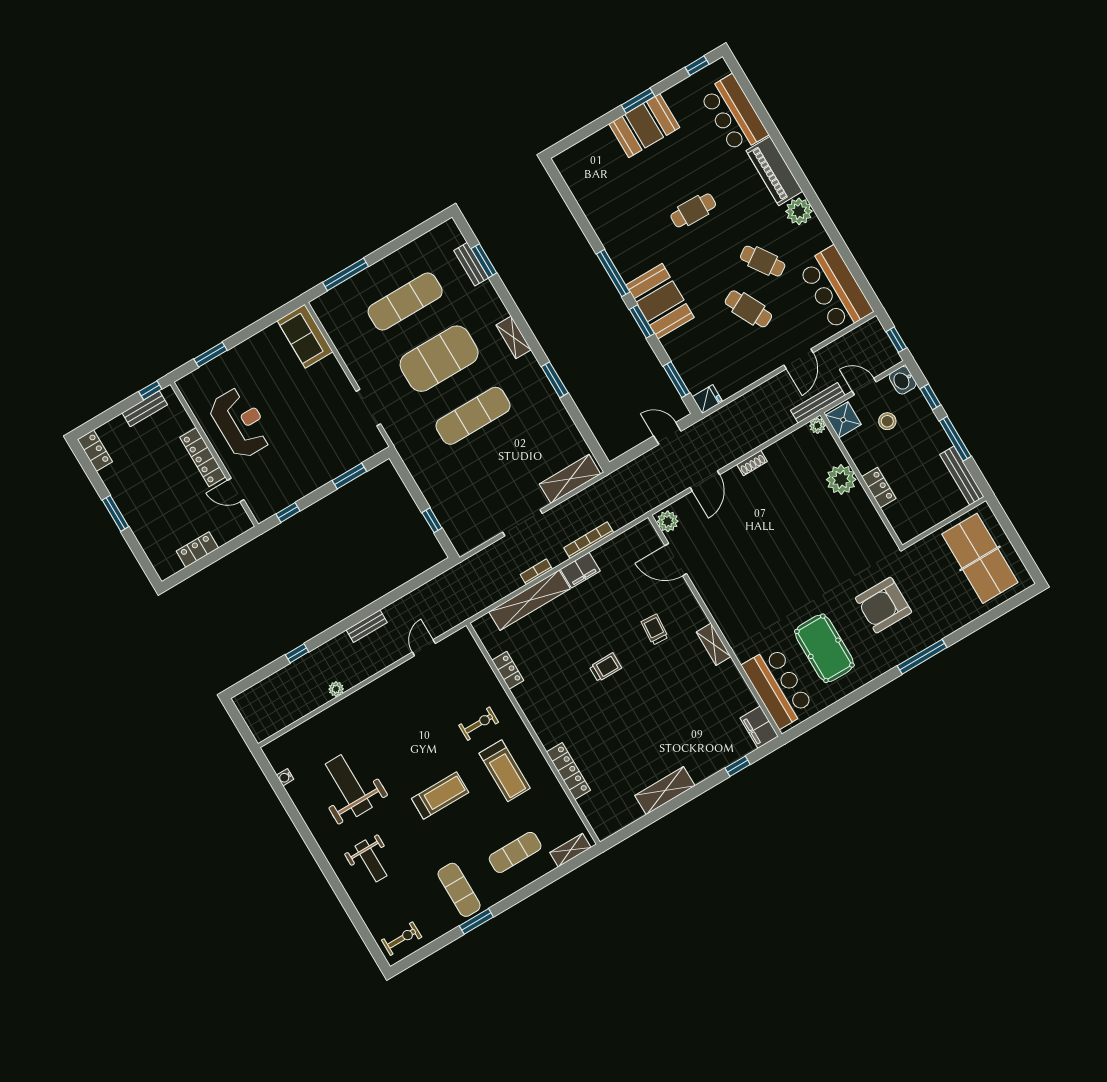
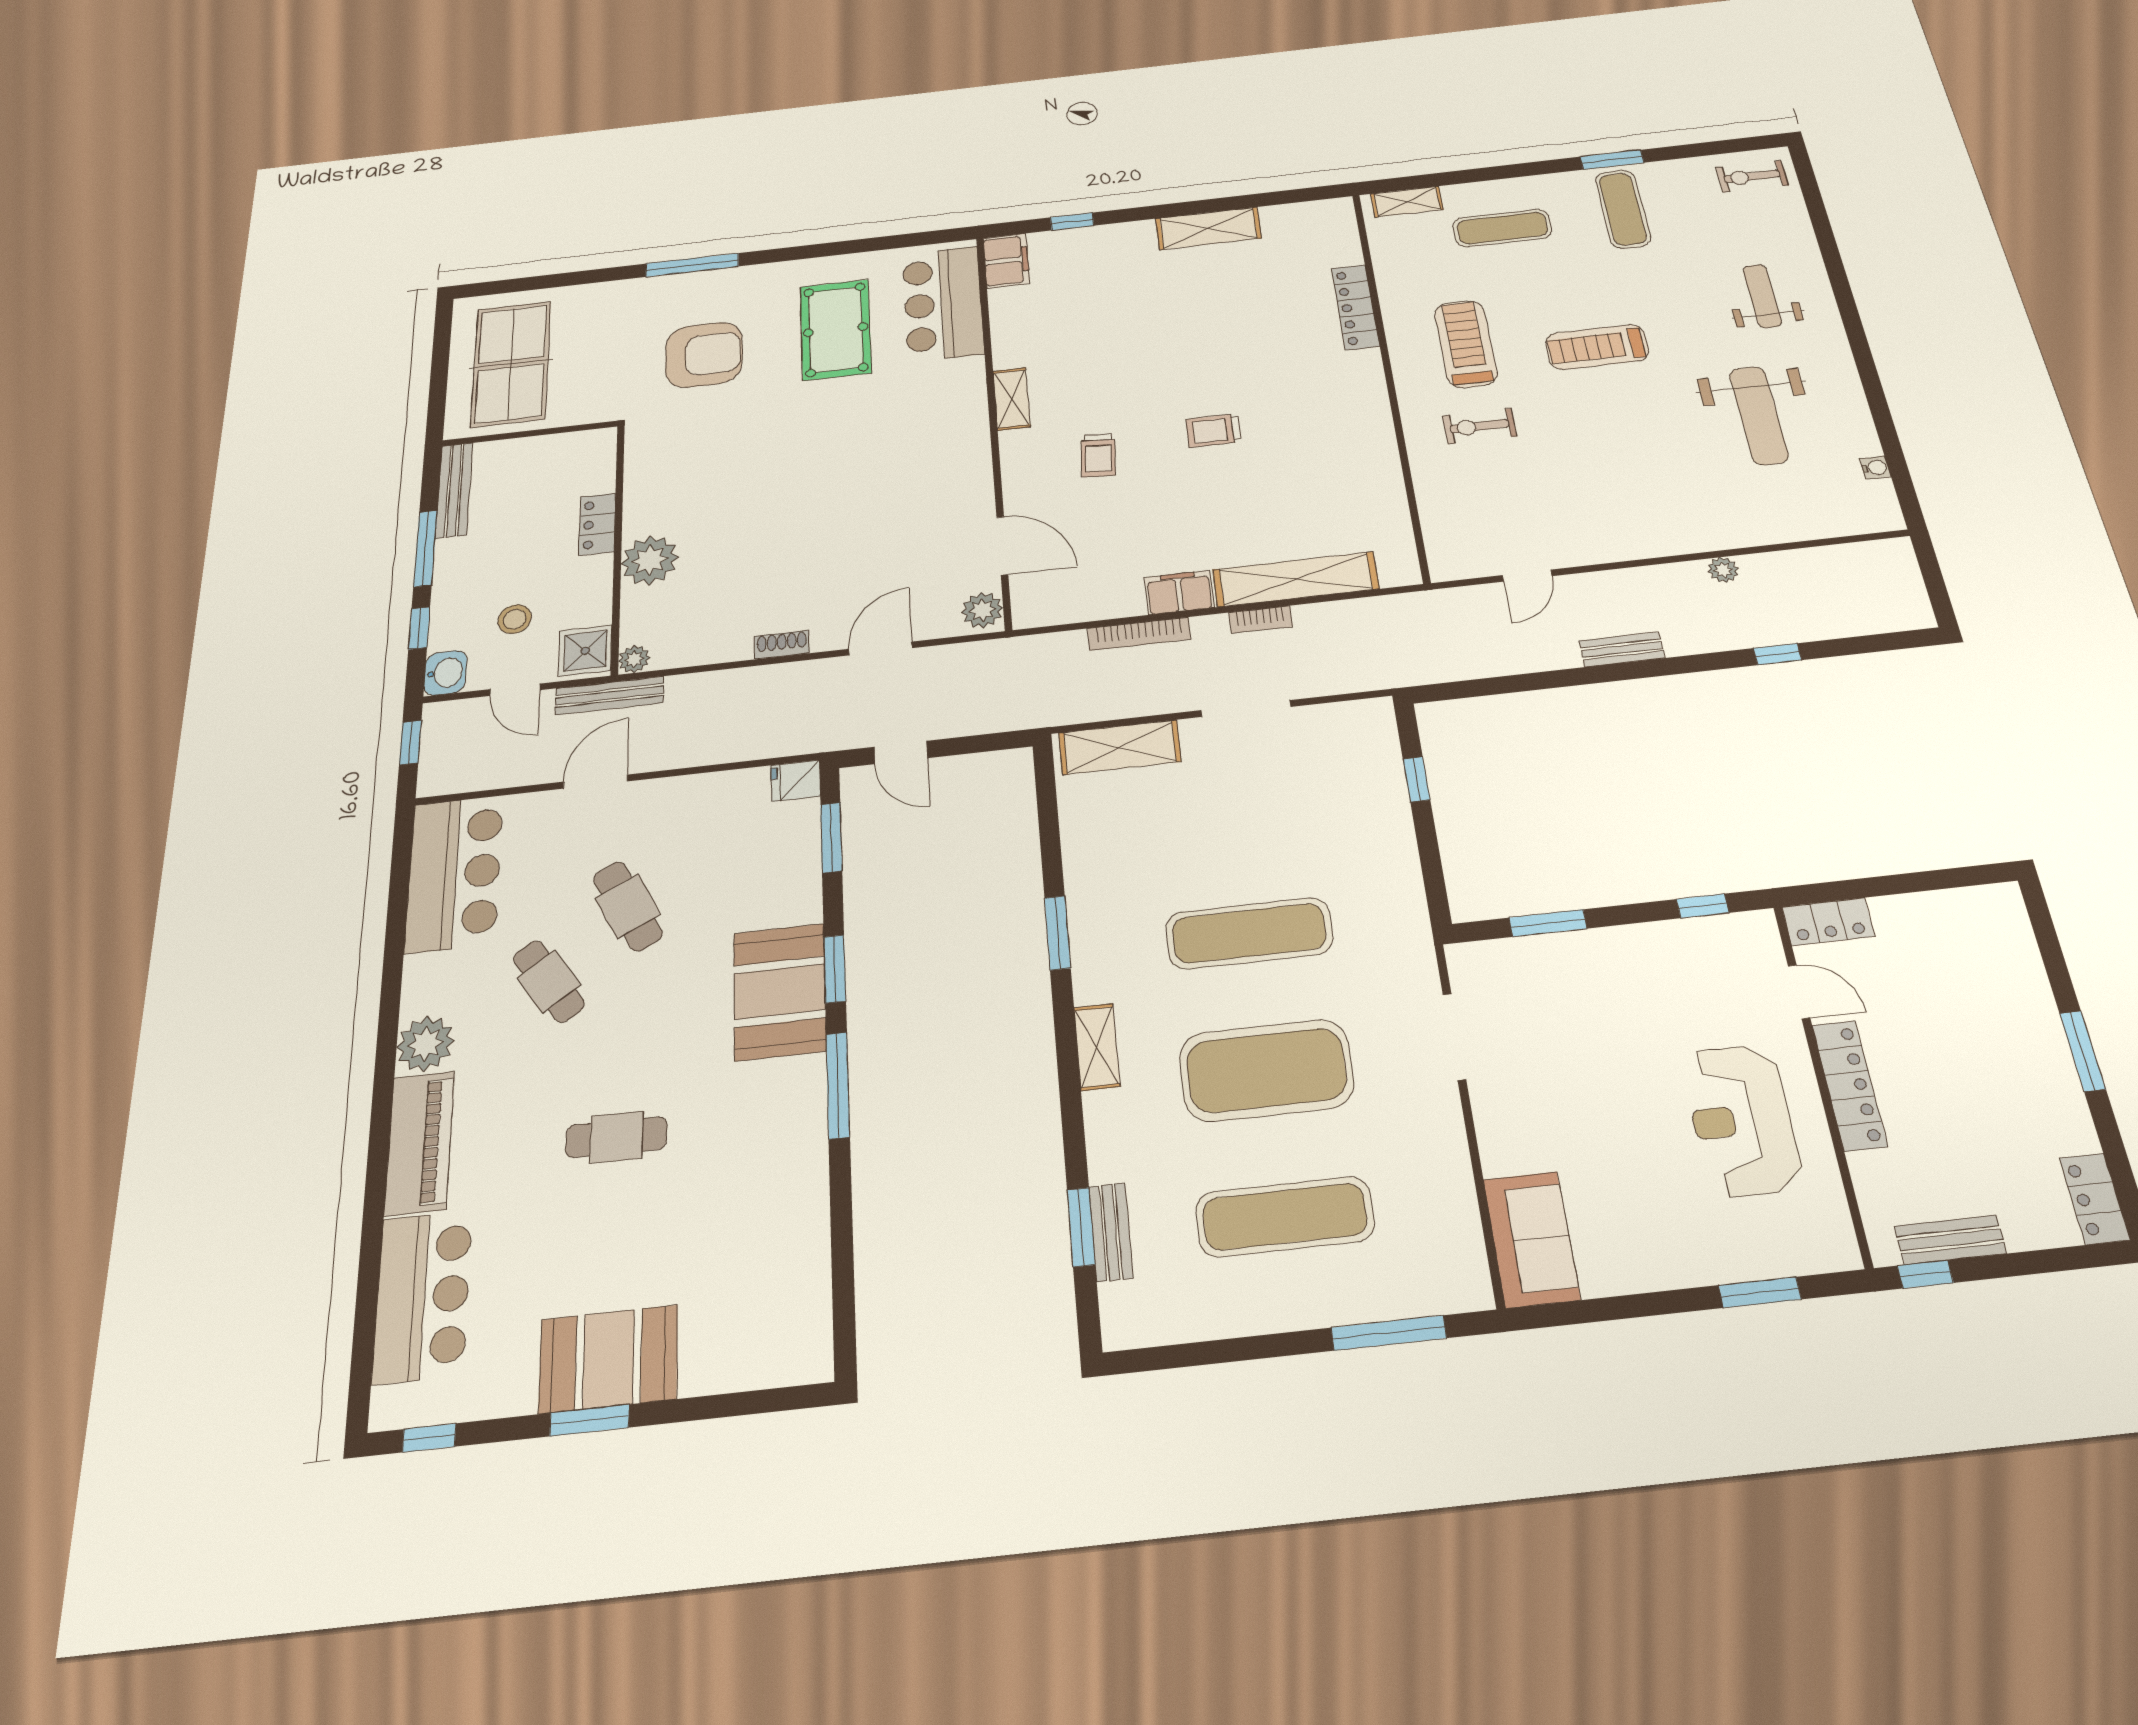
locker: (197, 550) -> (1828, 922), moved
locker: (508, 670) -> (1388, 487), removed

